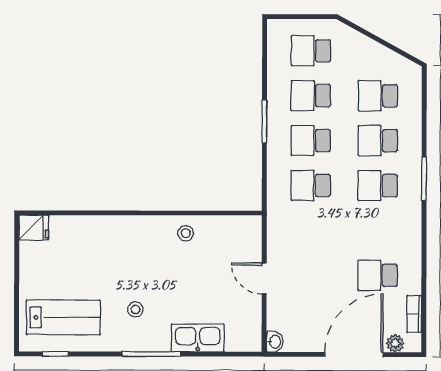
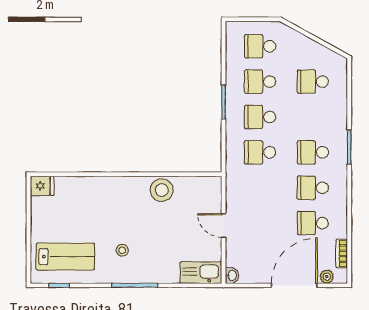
school desk: (378, 141) -> (313, 188), moved
stool: (186, 233) -> (162, 190), width x1.89, depth x1.89
kitchen sink: (198, 338) -> (201, 273), moved

